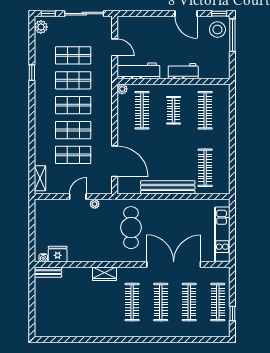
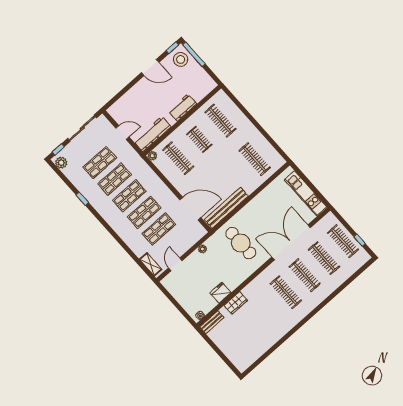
bench: (168, 187) -> (226, 208), moved
door: (78, 197) -> (175, 264), moved
fridge: (58, 254) -> (220, 293), moved
wardrobe: (104, 274) -> (236, 303), moved

